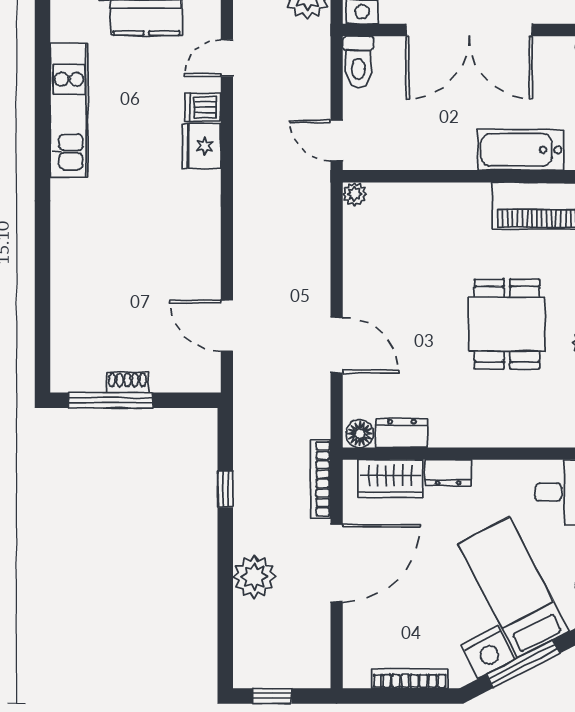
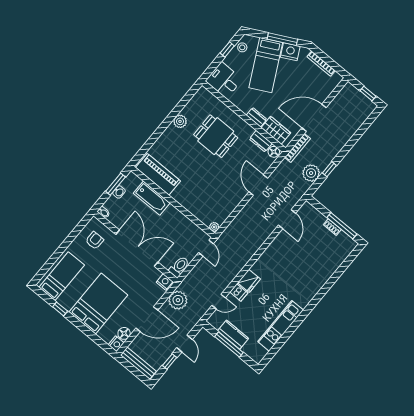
dining table: (507, 324) -> (216, 136), moved, turned 90
plant: (254, 577) -> (311, 173), moved

